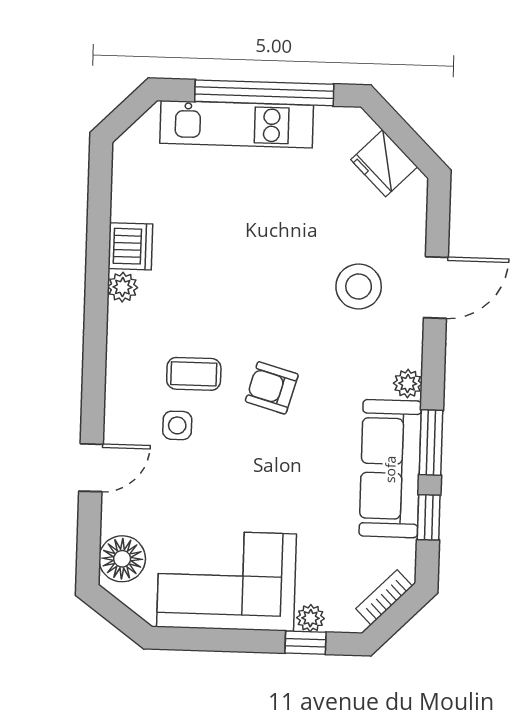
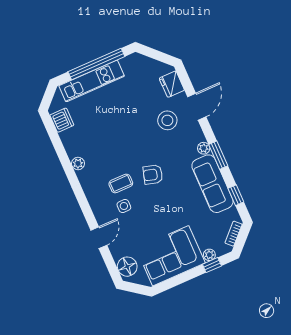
fridge: (384, 163) -> (172, 84), moved, turned 45
dishwasher: (130, 246) -> (62, 120), moved
window: (431, 442) -> (218, 155), moved

